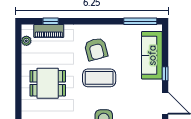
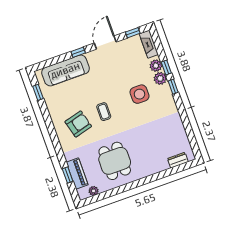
window: (140, 21) -> (38, 92), width x0.46
coffee table: (99, 78) -> (104, 112), width x0.54, depth x0.58
dining table: (48, 83) -> (115, 161), moved

